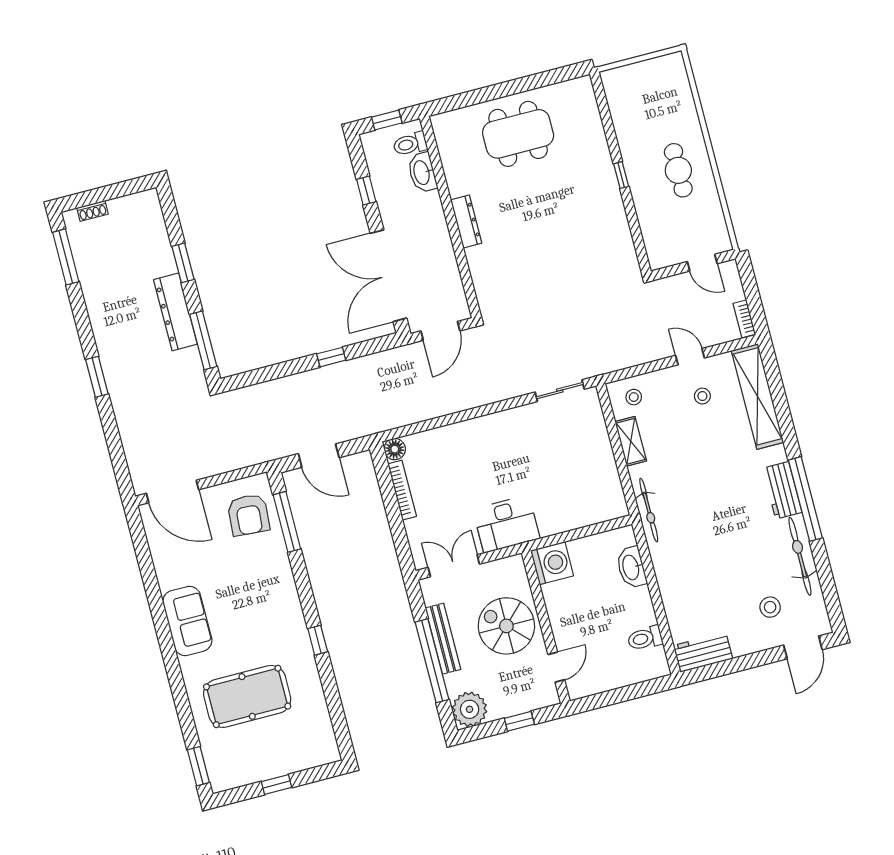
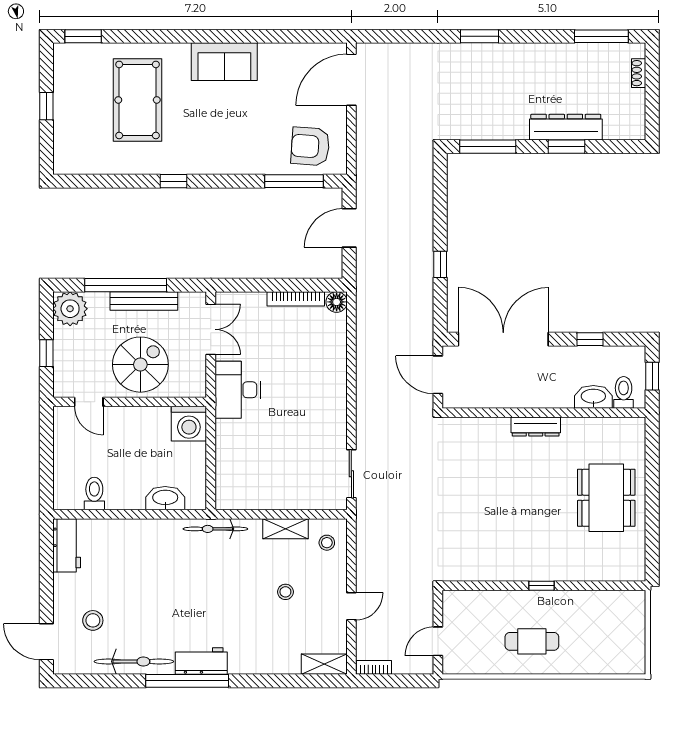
dresser: (175, 312) -> (566, 127), moved
stool: (702, 396) -> (285, 592), moved
shelving: (757, 396) -> (324, 664), width x0.45, depth x0.75

